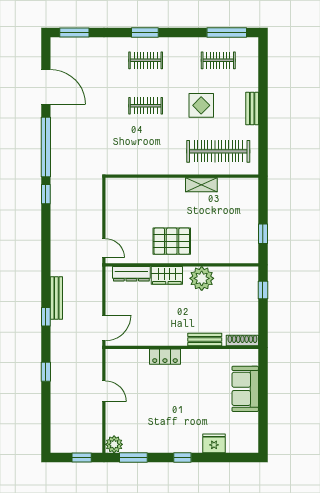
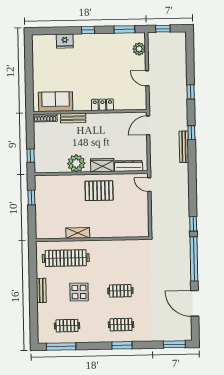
sofa: (245, 389) -> (56, 102), moved, turned -90
plant: (114, 444) -> (139, 49), moved

